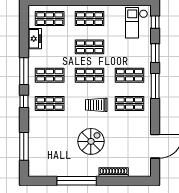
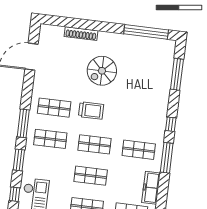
freezer: (35, 39) -> (151, 188), width x1.40
shop shelf: (50, 103) -> (143, 118), removed
window: (77, 181) -> (146, 32), moved

